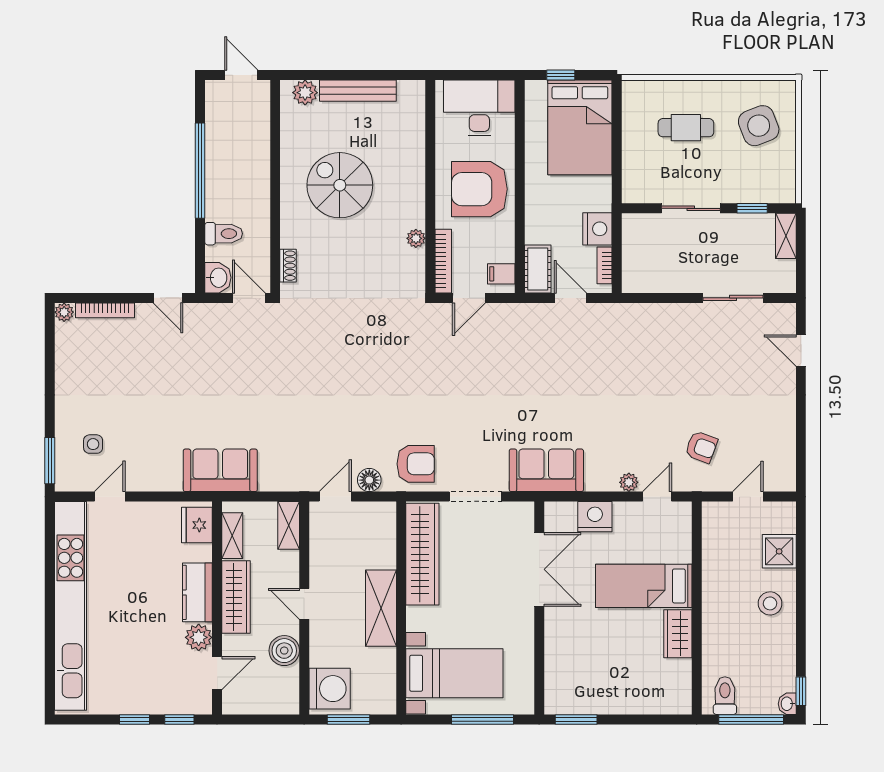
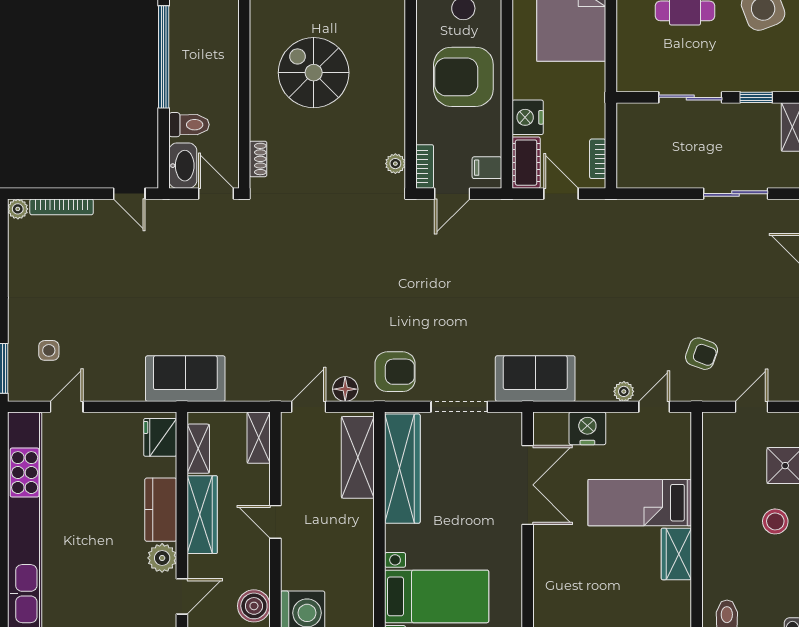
nightstand: (597, 229) -> (528, 117), moved, turned 180
plant: (416, 238) -> (395, 164), moved
bookcase: (443, 261) -> (425, 166), width x0.64
washbasin: (218, 278) -> (183, 166), width x1.38
shelving: (381, 608) -> (358, 457), moved
boiler: (284, 651) -> (254, 606), moved

